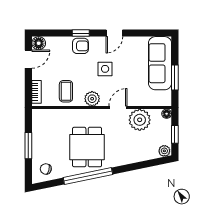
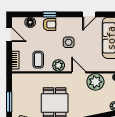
door: (114, 33) -> (89, 14), moved
floor lamp: (39, 43) -> (30, 22), moved
door: (28, 59) -> (9, 35), hinge flipped
door: (118, 108) -> (79, 72), hinge flipped

